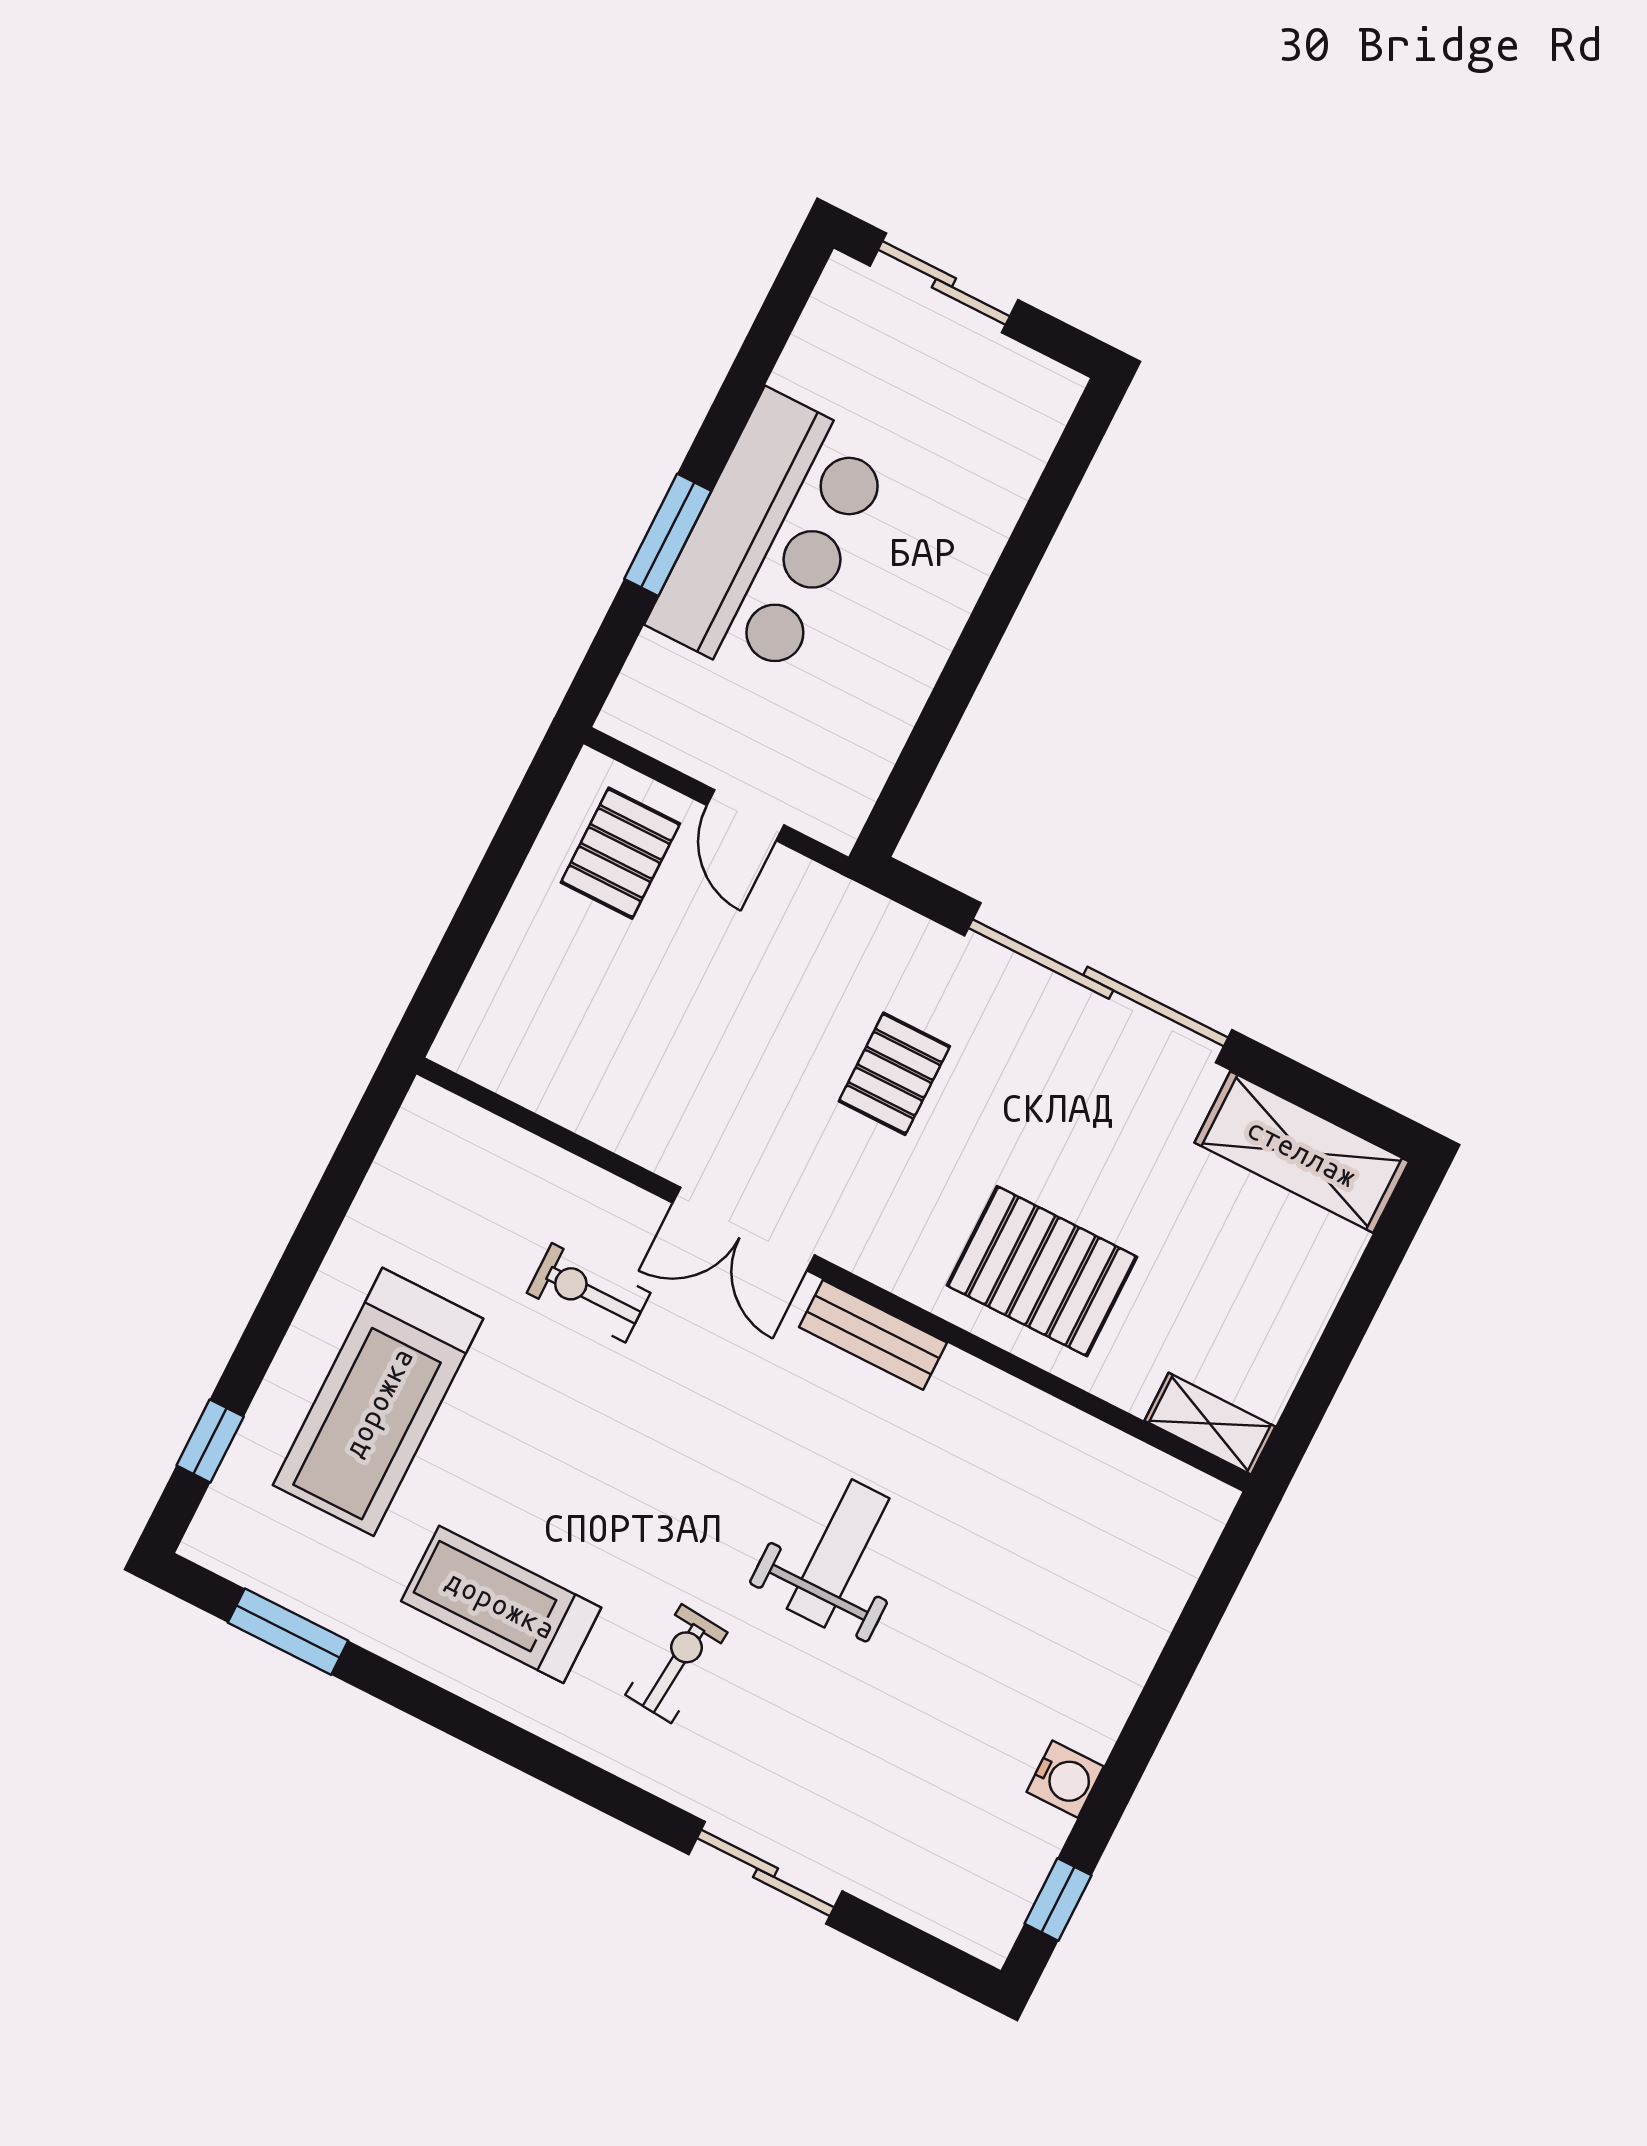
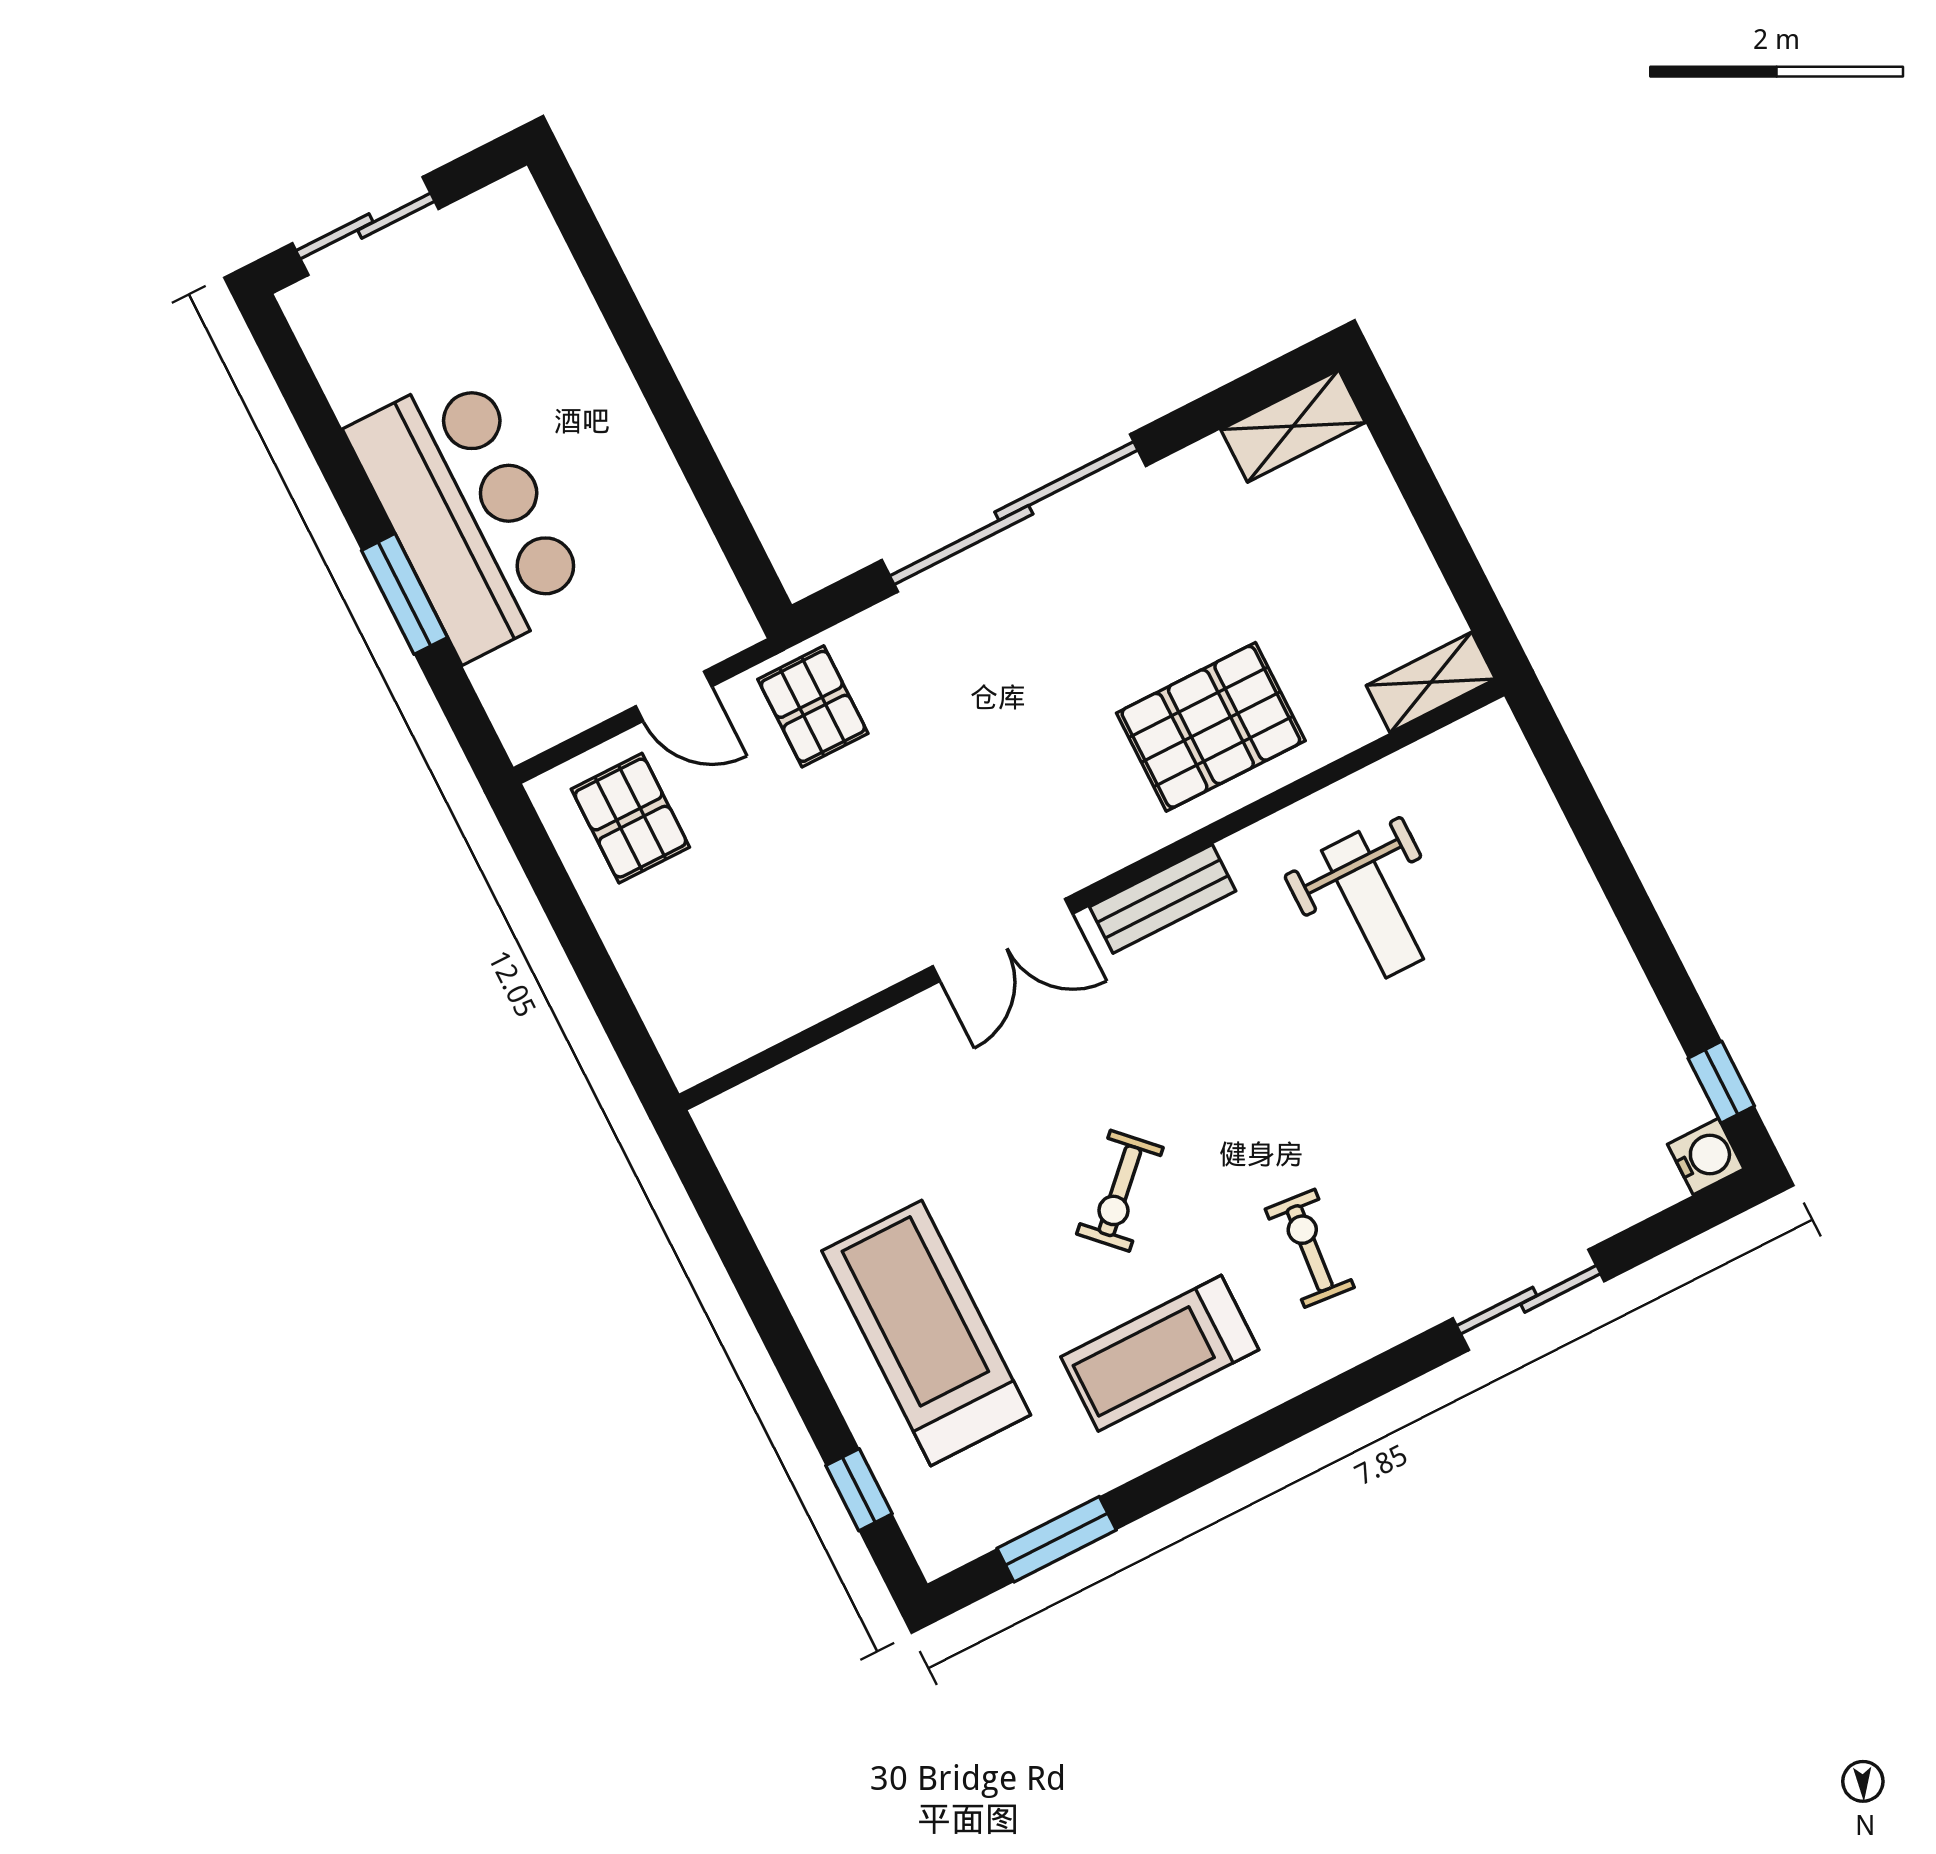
pallet: (894, 1074) -> (813, 706), moved
shelving: (1302, 1152) -> (1293, 426), width x0.67, depth x0.75
exercise bike: (589, 1293) -> (1120, 1191), moved, turned -45
treadmill: (378, 1402) -> (926, 1333), turned 180
weight bench: (838, 1553) -> (1372, 905), moved, turned 180
water cooler: (1065, 1779) -> (1706, 1157), moved

